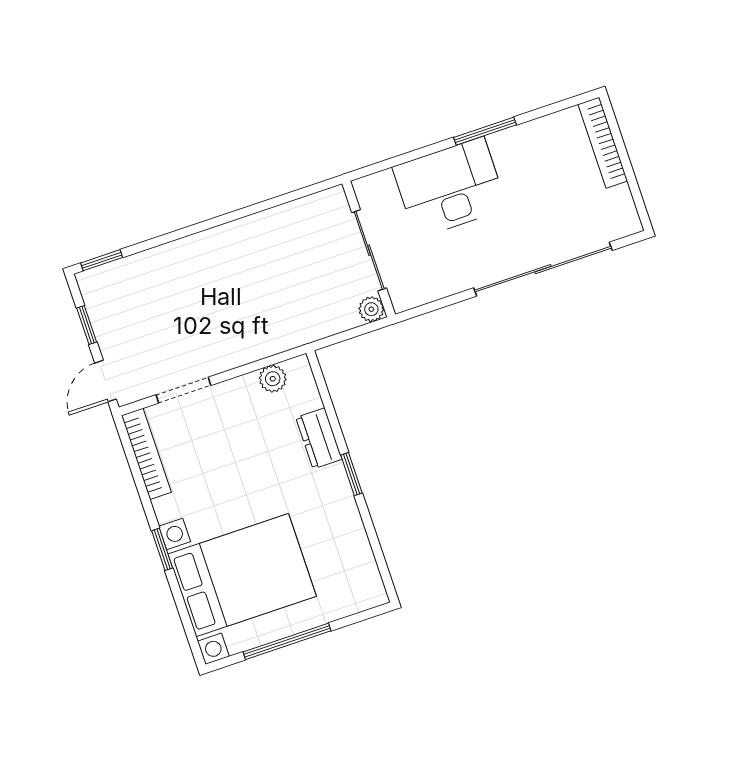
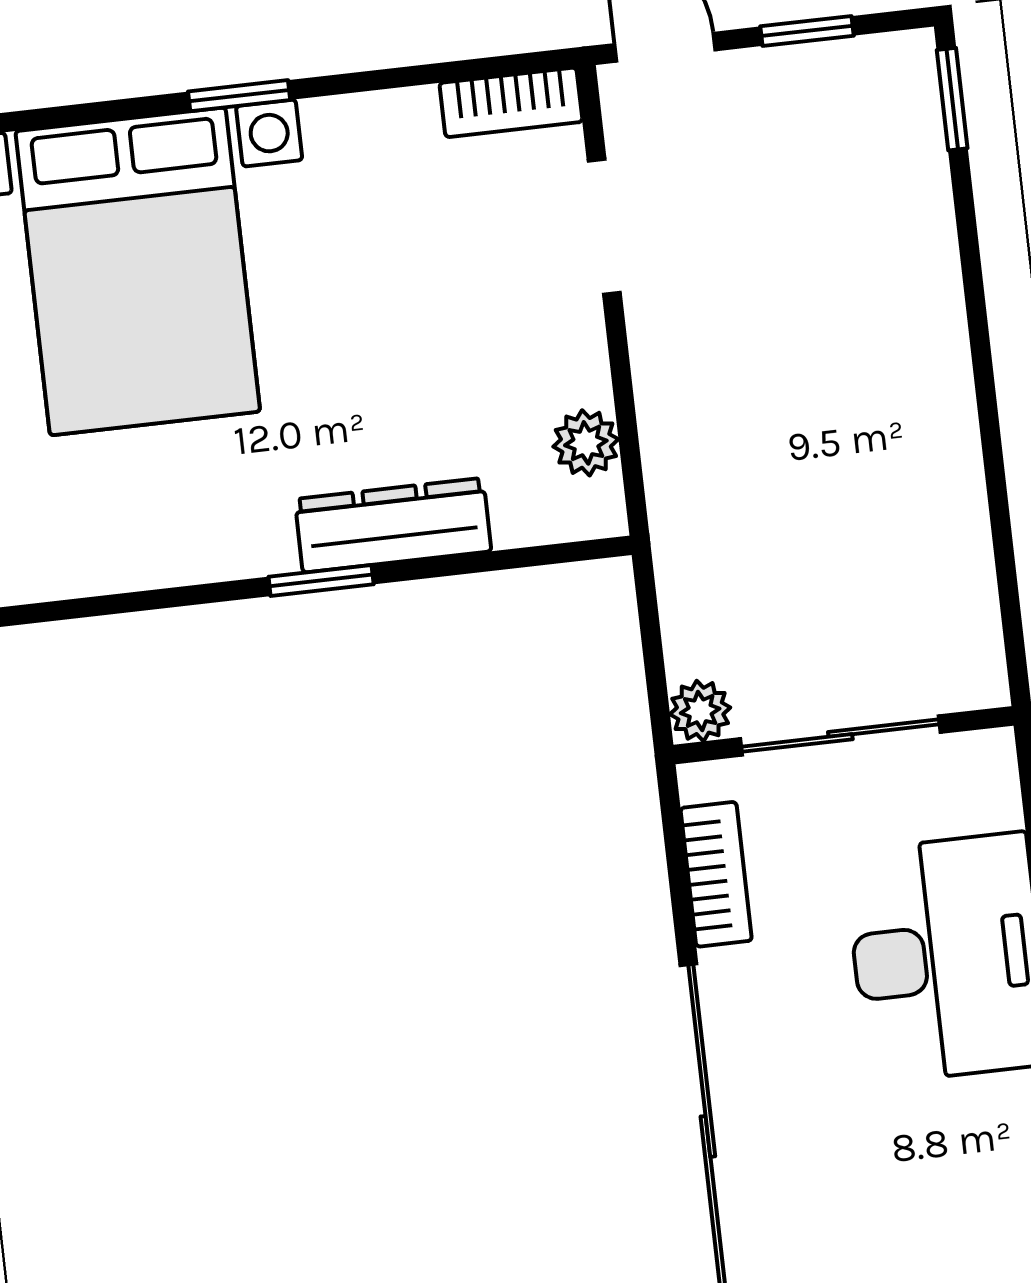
bookcase: (436, 289) -> (716, 874), added
dresser: (319, 438) -> (393, 525), width x1.44
bookcase: (146, 454) -> (511, 102), width x0.64

